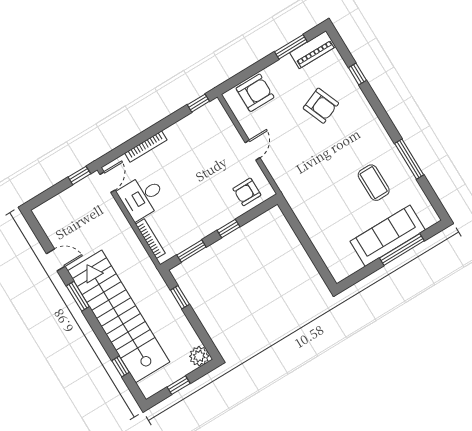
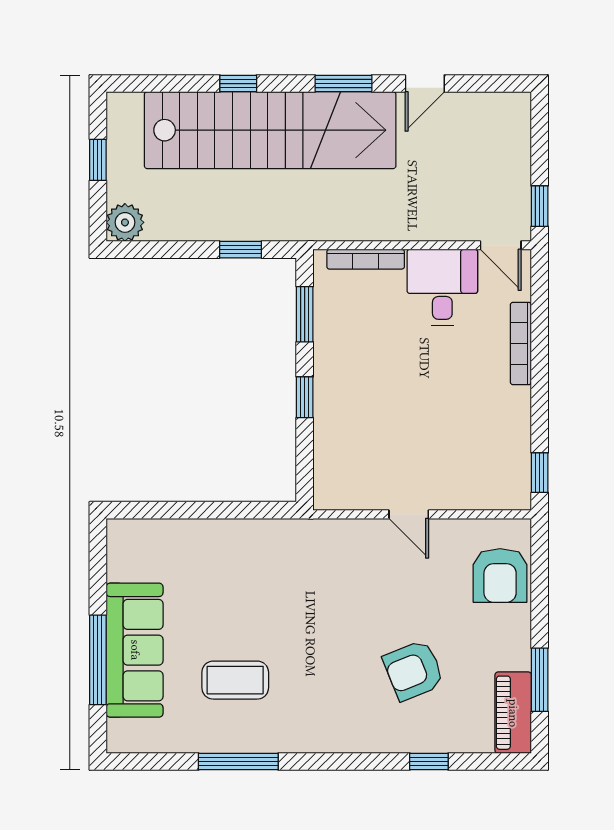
armchair: (247, 192) -> (346, 464), removed
window: (121, 367) -> (238, 84), moved

